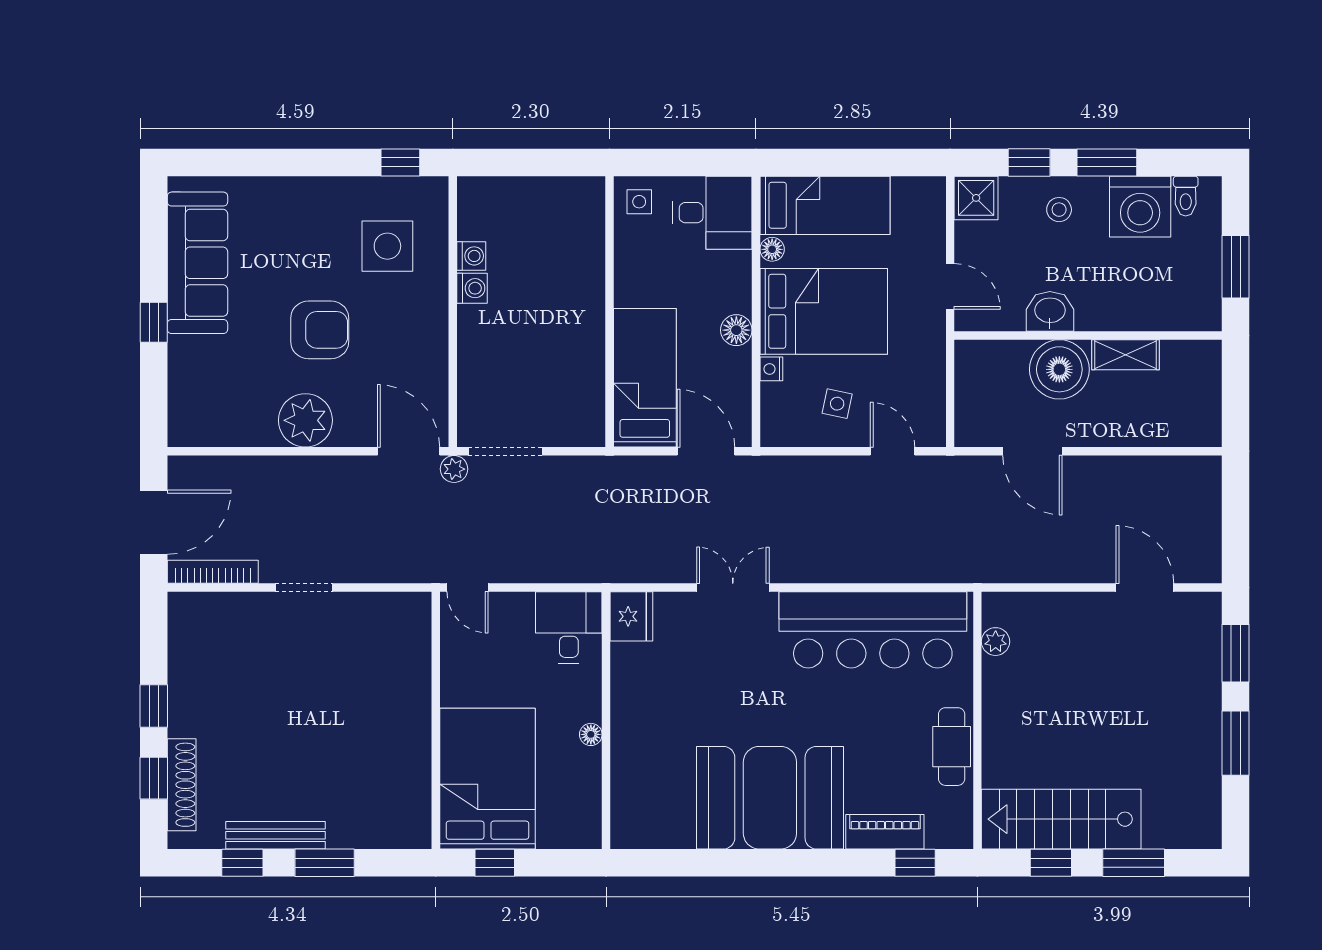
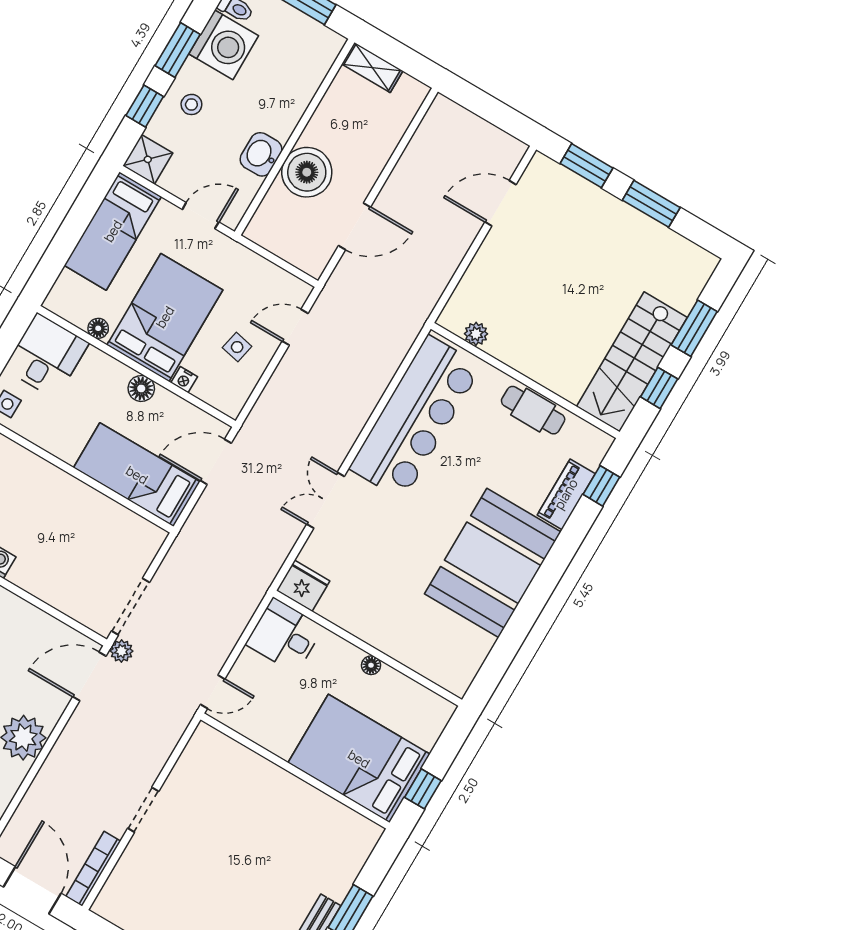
bed: (825, 205) -> (113, 231), moved, turned 180
shelving: (1125, 355) -> (372, 67), moved, turned 90

